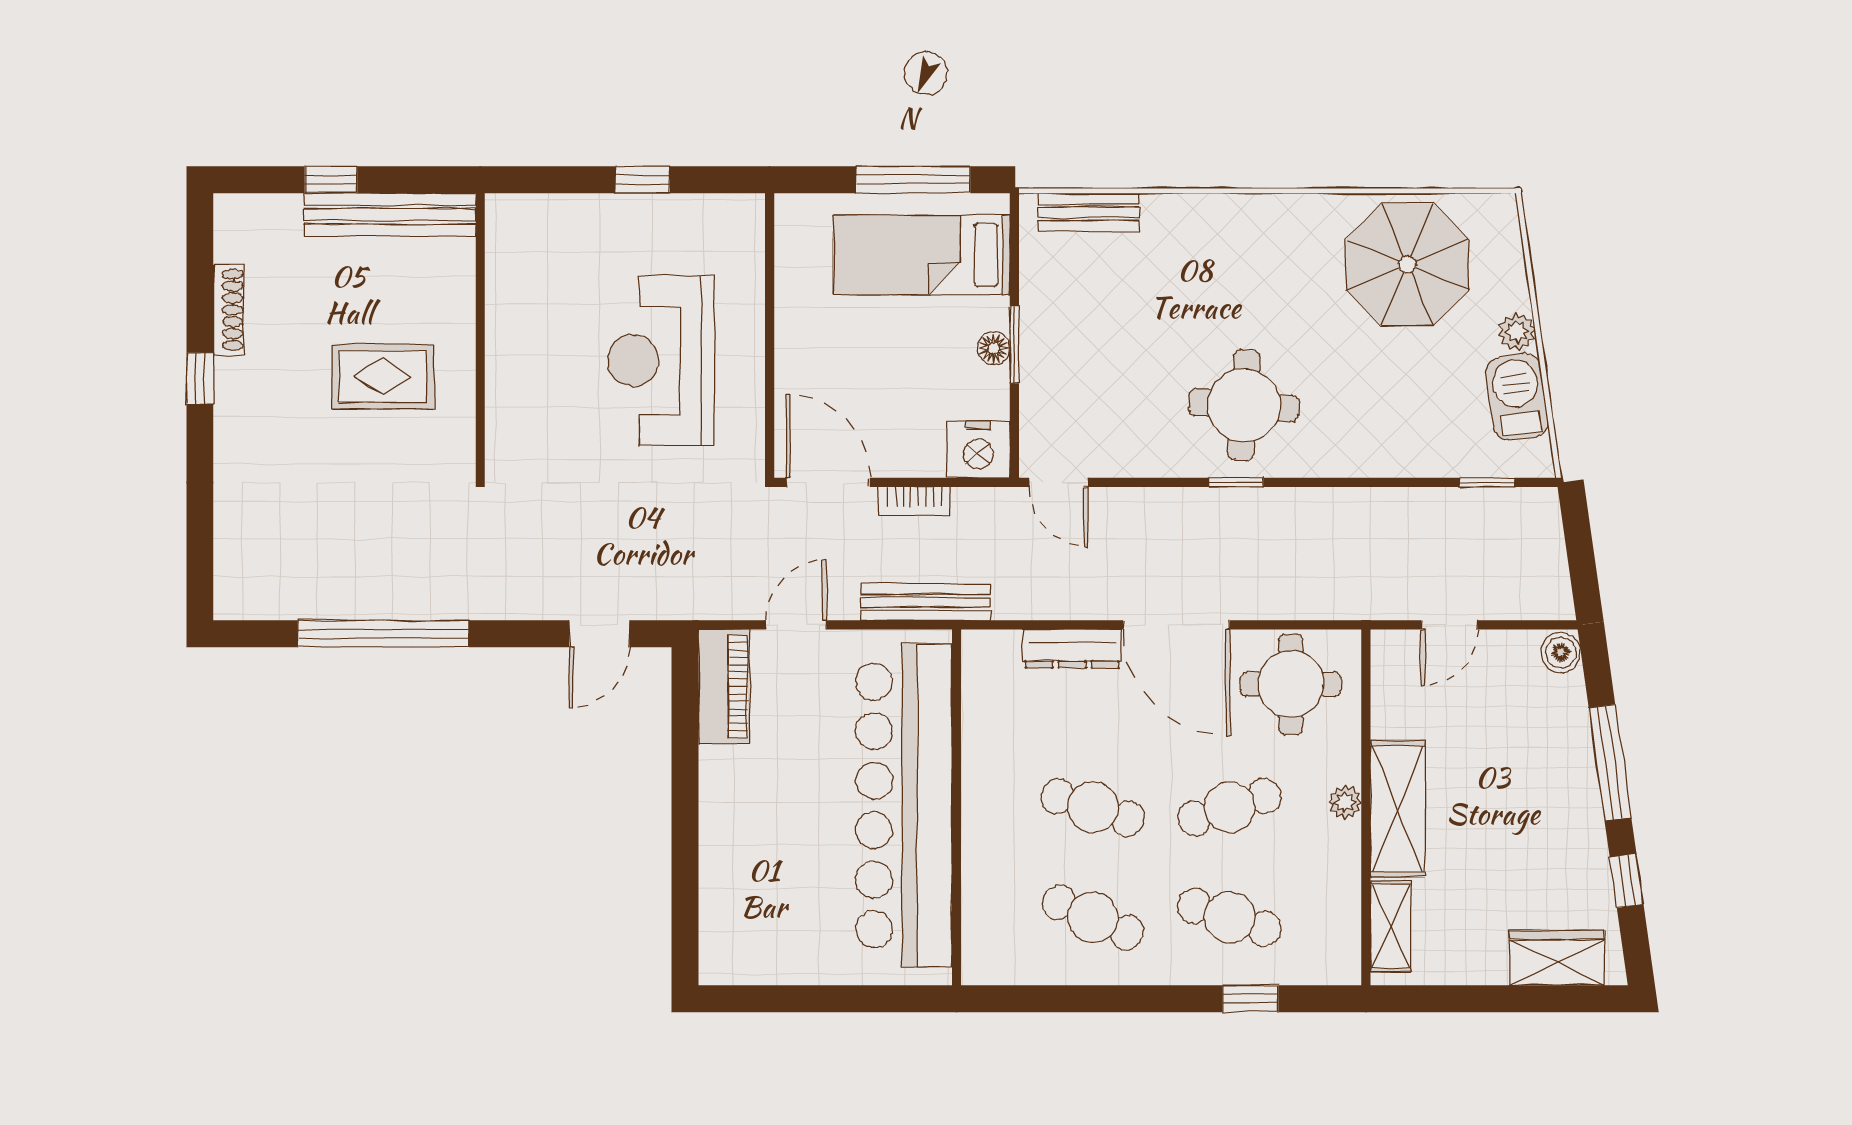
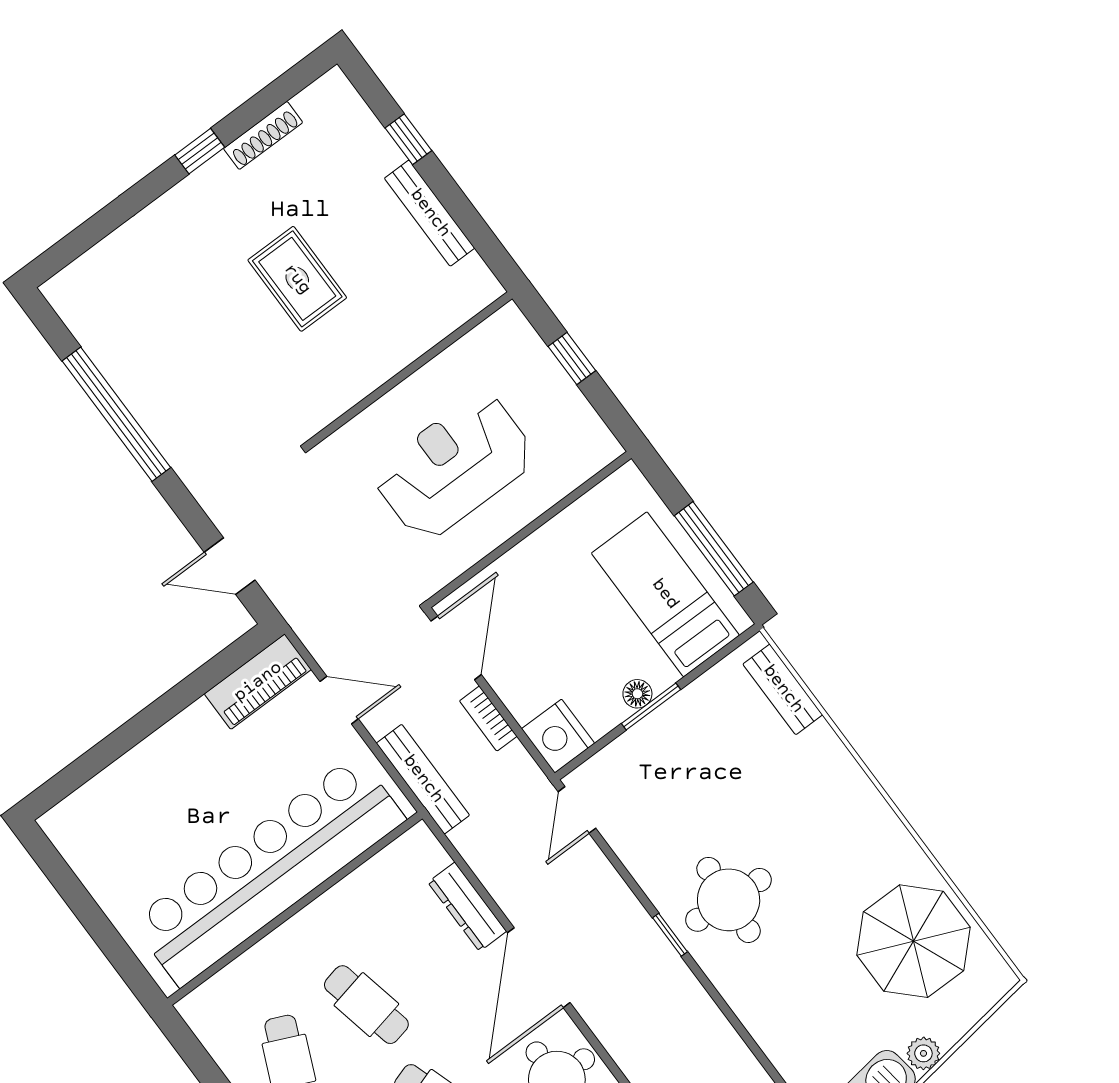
bench: (390, 214) -> (430, 213), width x0.73, depth x0.82
wall: (480, 336) -> (410, 370), moved
cafe table: (1093, 807) -> (366, 1005), turned -30

